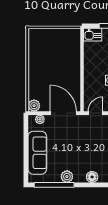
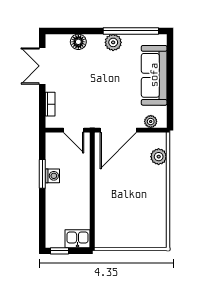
plant: (34, 106) -> (159, 157), moved
door: (63, 113) -> (118, 130), hinge flipped
door: (95, 113) -> (74, 130), hinge flipped

